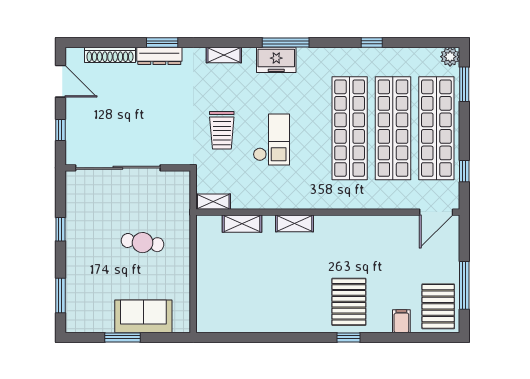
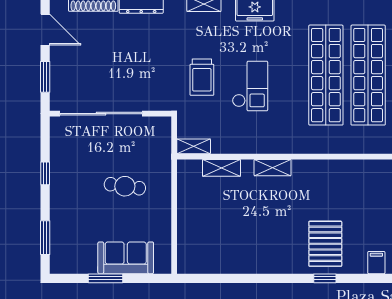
window: (60, 130) -> (45, 77), width x1.50

